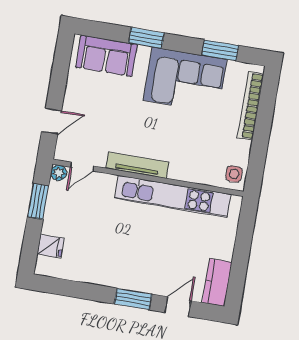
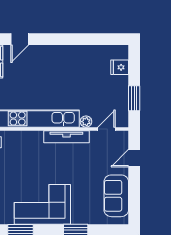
sofa: (106, 56) -> (116, 196), moved, turned -90
plant: (59, 173) -> (86, 122), moved
window: (133, 299) -> (53, 39), removed

